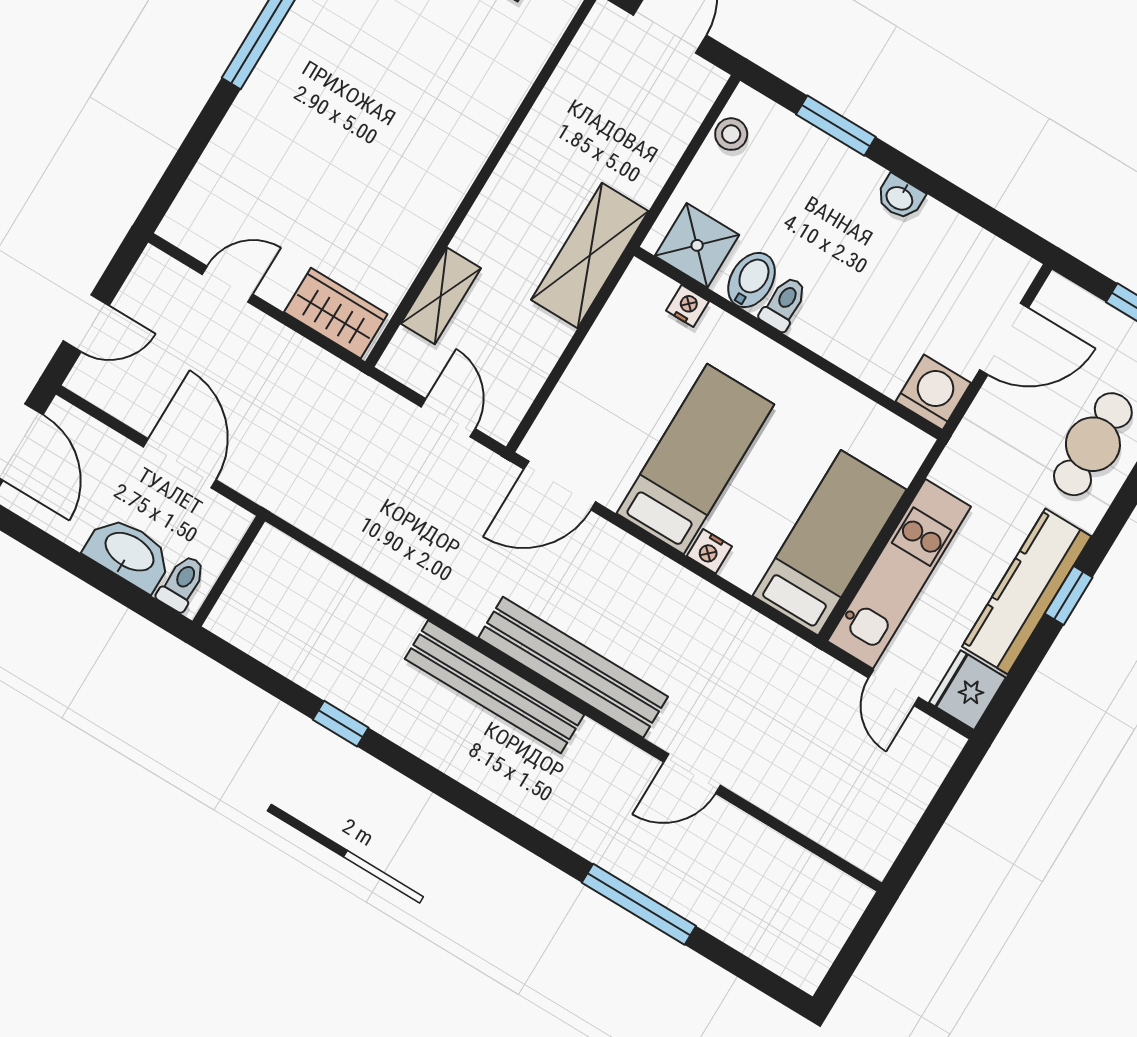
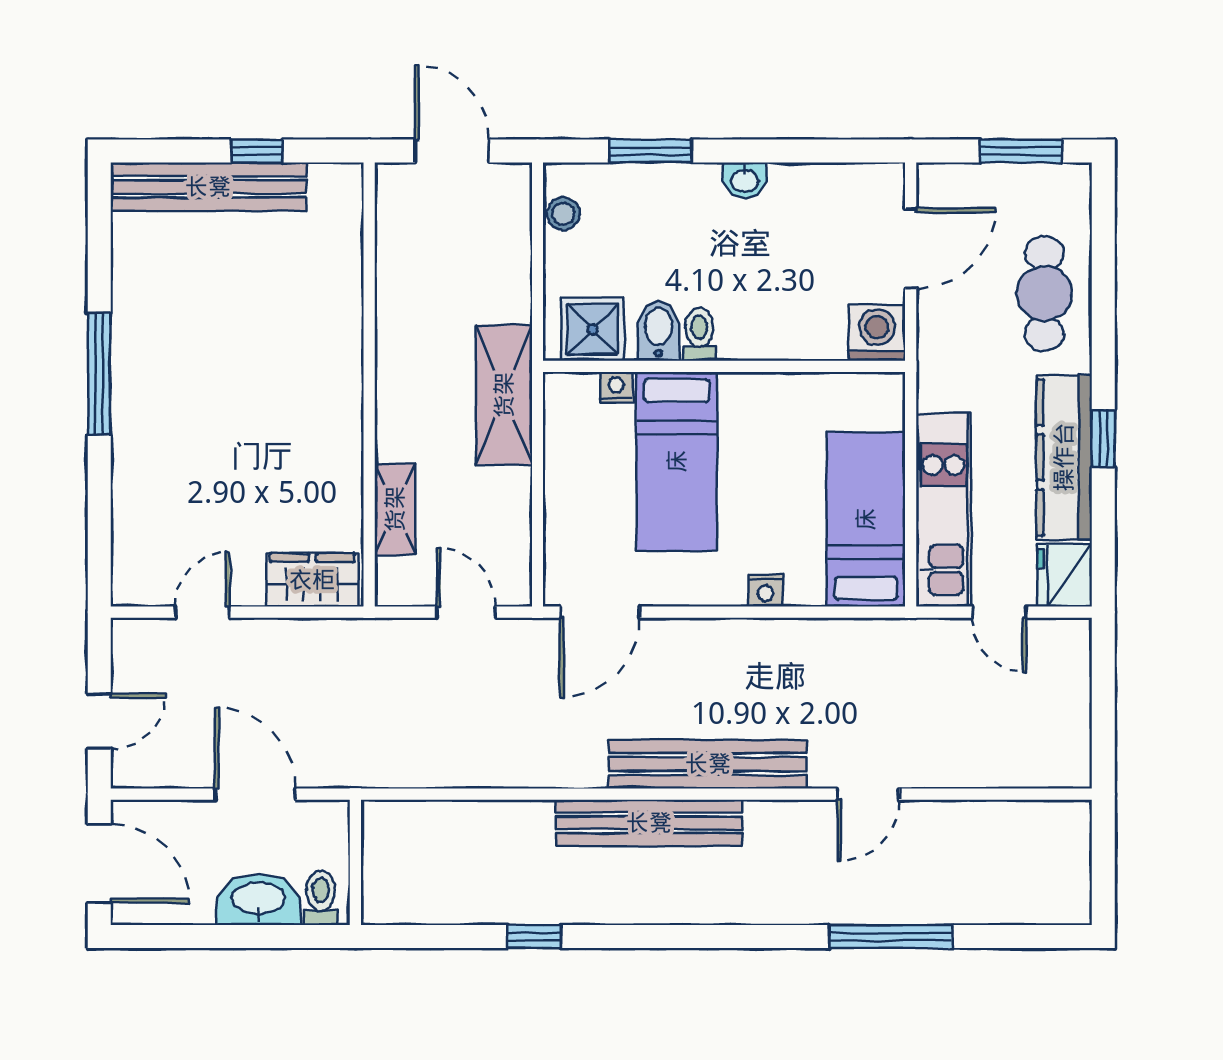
bed: (695, 459) -> (677, 461), moved, turned 180

